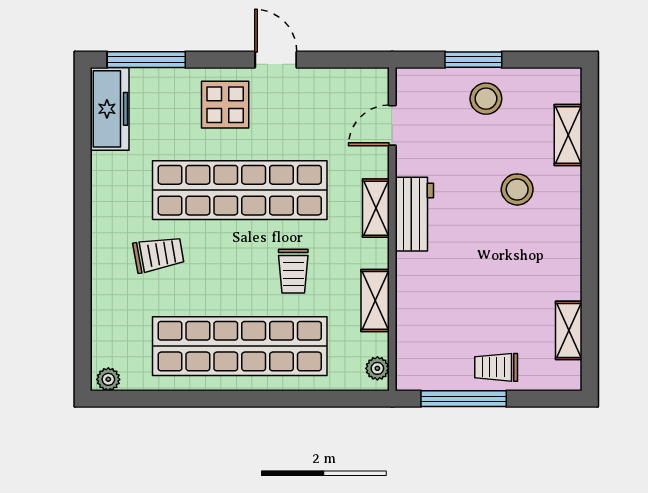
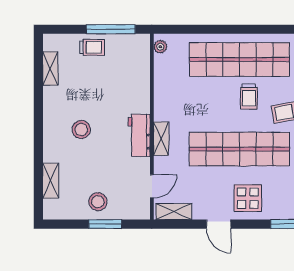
stool: (517, 189) -> (81, 130), moved
trolley: (293, 271) -> (249, 96), moved, turned 180
shelving: (375, 300) -> (174, 212), moved, turned 90

